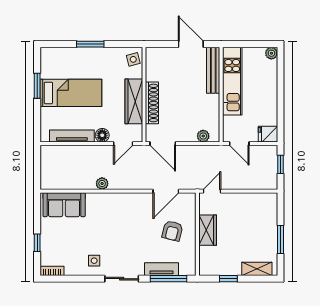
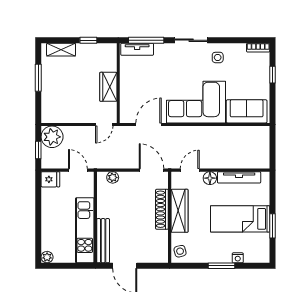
nightstand: (73, 52) -> (238, 258), added
plant: (102, 184) -> (52, 137), moved, width x1.88, depth x1.88
corner sofa: (117, 214) -> (196, 102), added
armchair: (172, 231) -> (142, 86), removed
tv unit: (162, 269) -> (137, 49), moved

